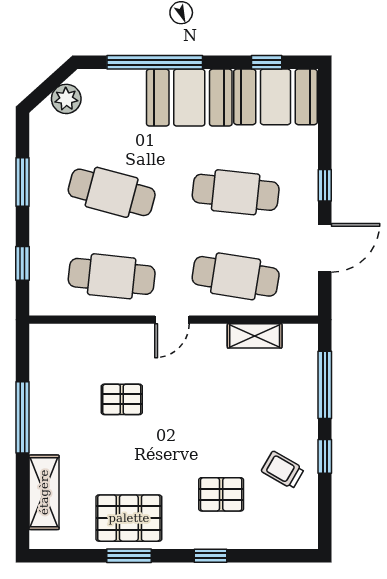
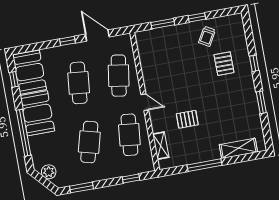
window: (22, 182) -> (81, 187), moved
shelving: (255, 336) -> (161, 146), moved
window: (325, 385) -> (163, 24), width x0.69
pallet: (122, 399) -> (187, 119), turned 90
pallet: (129, 518) -> (243, 106), removed

